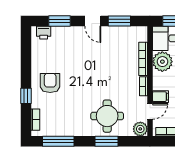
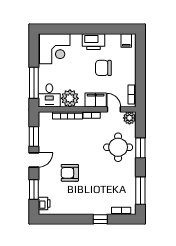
armchair: (50, 83) -> (70, 173), moved
filing cabinet: (160, 97) -> (96, 100), width x2.00

